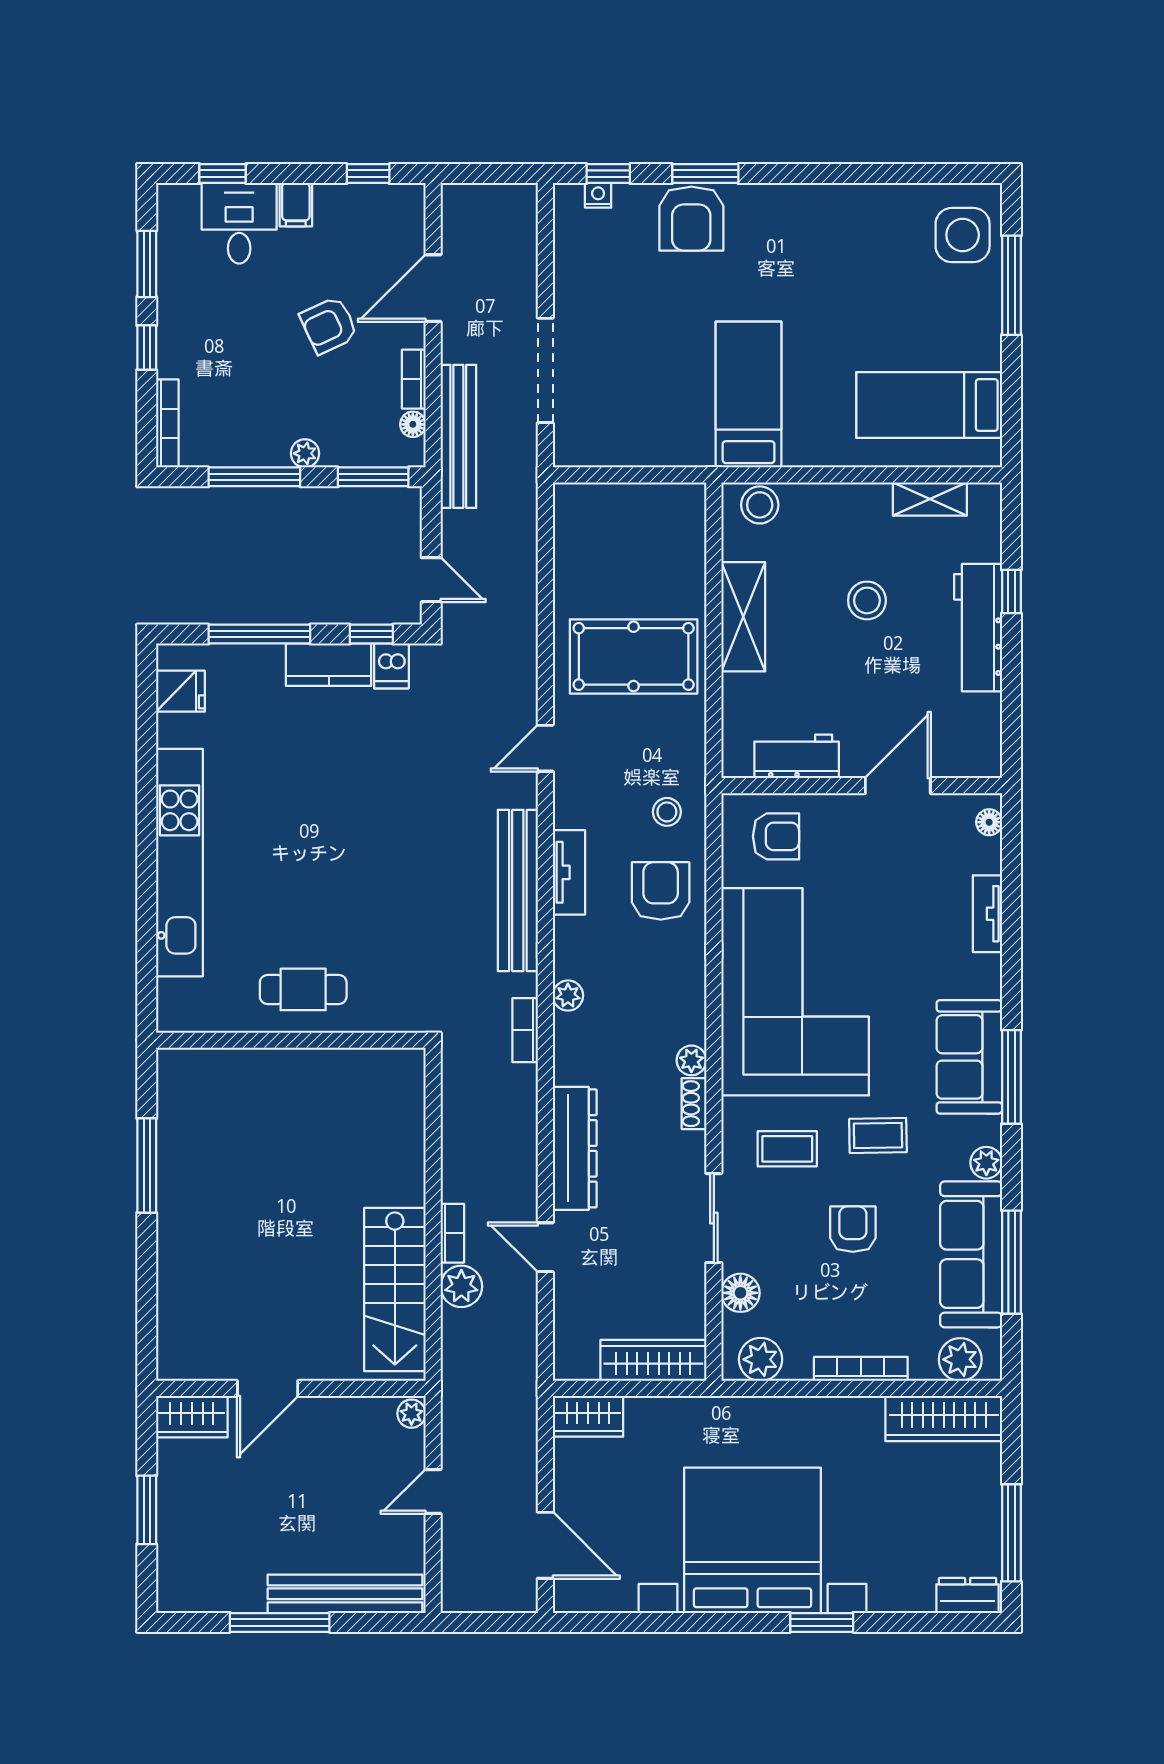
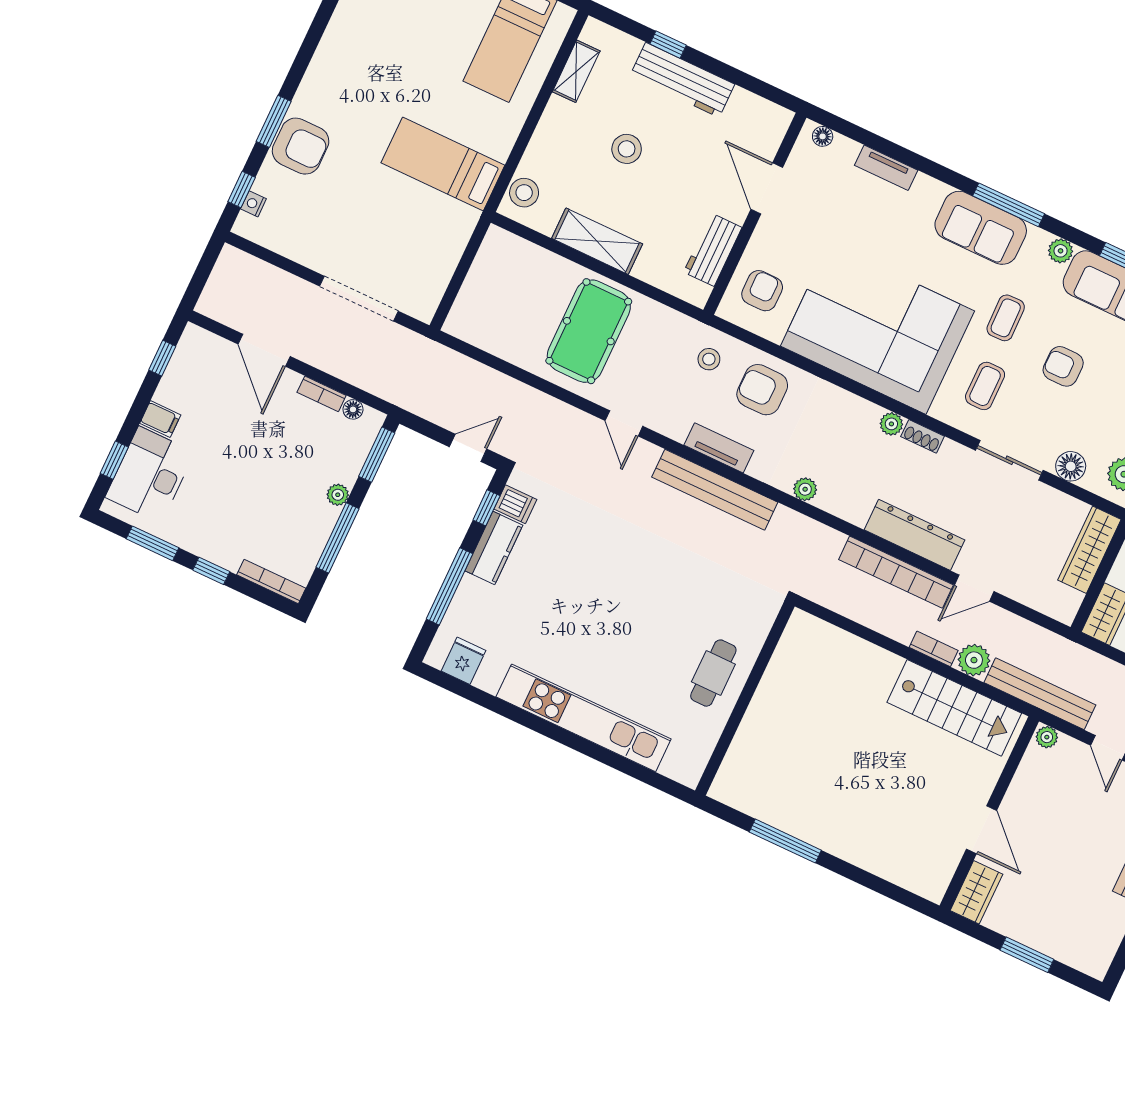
desk: (239, 223) -> (150, 475), width x1.37
armchair: (329, 325) -> (256, 436), removed
bench: (458, 436) -> (1040, 694), moved
bookcase: (525, 1030) -> (896, 572), moved, width x2.31, depth x1.31

